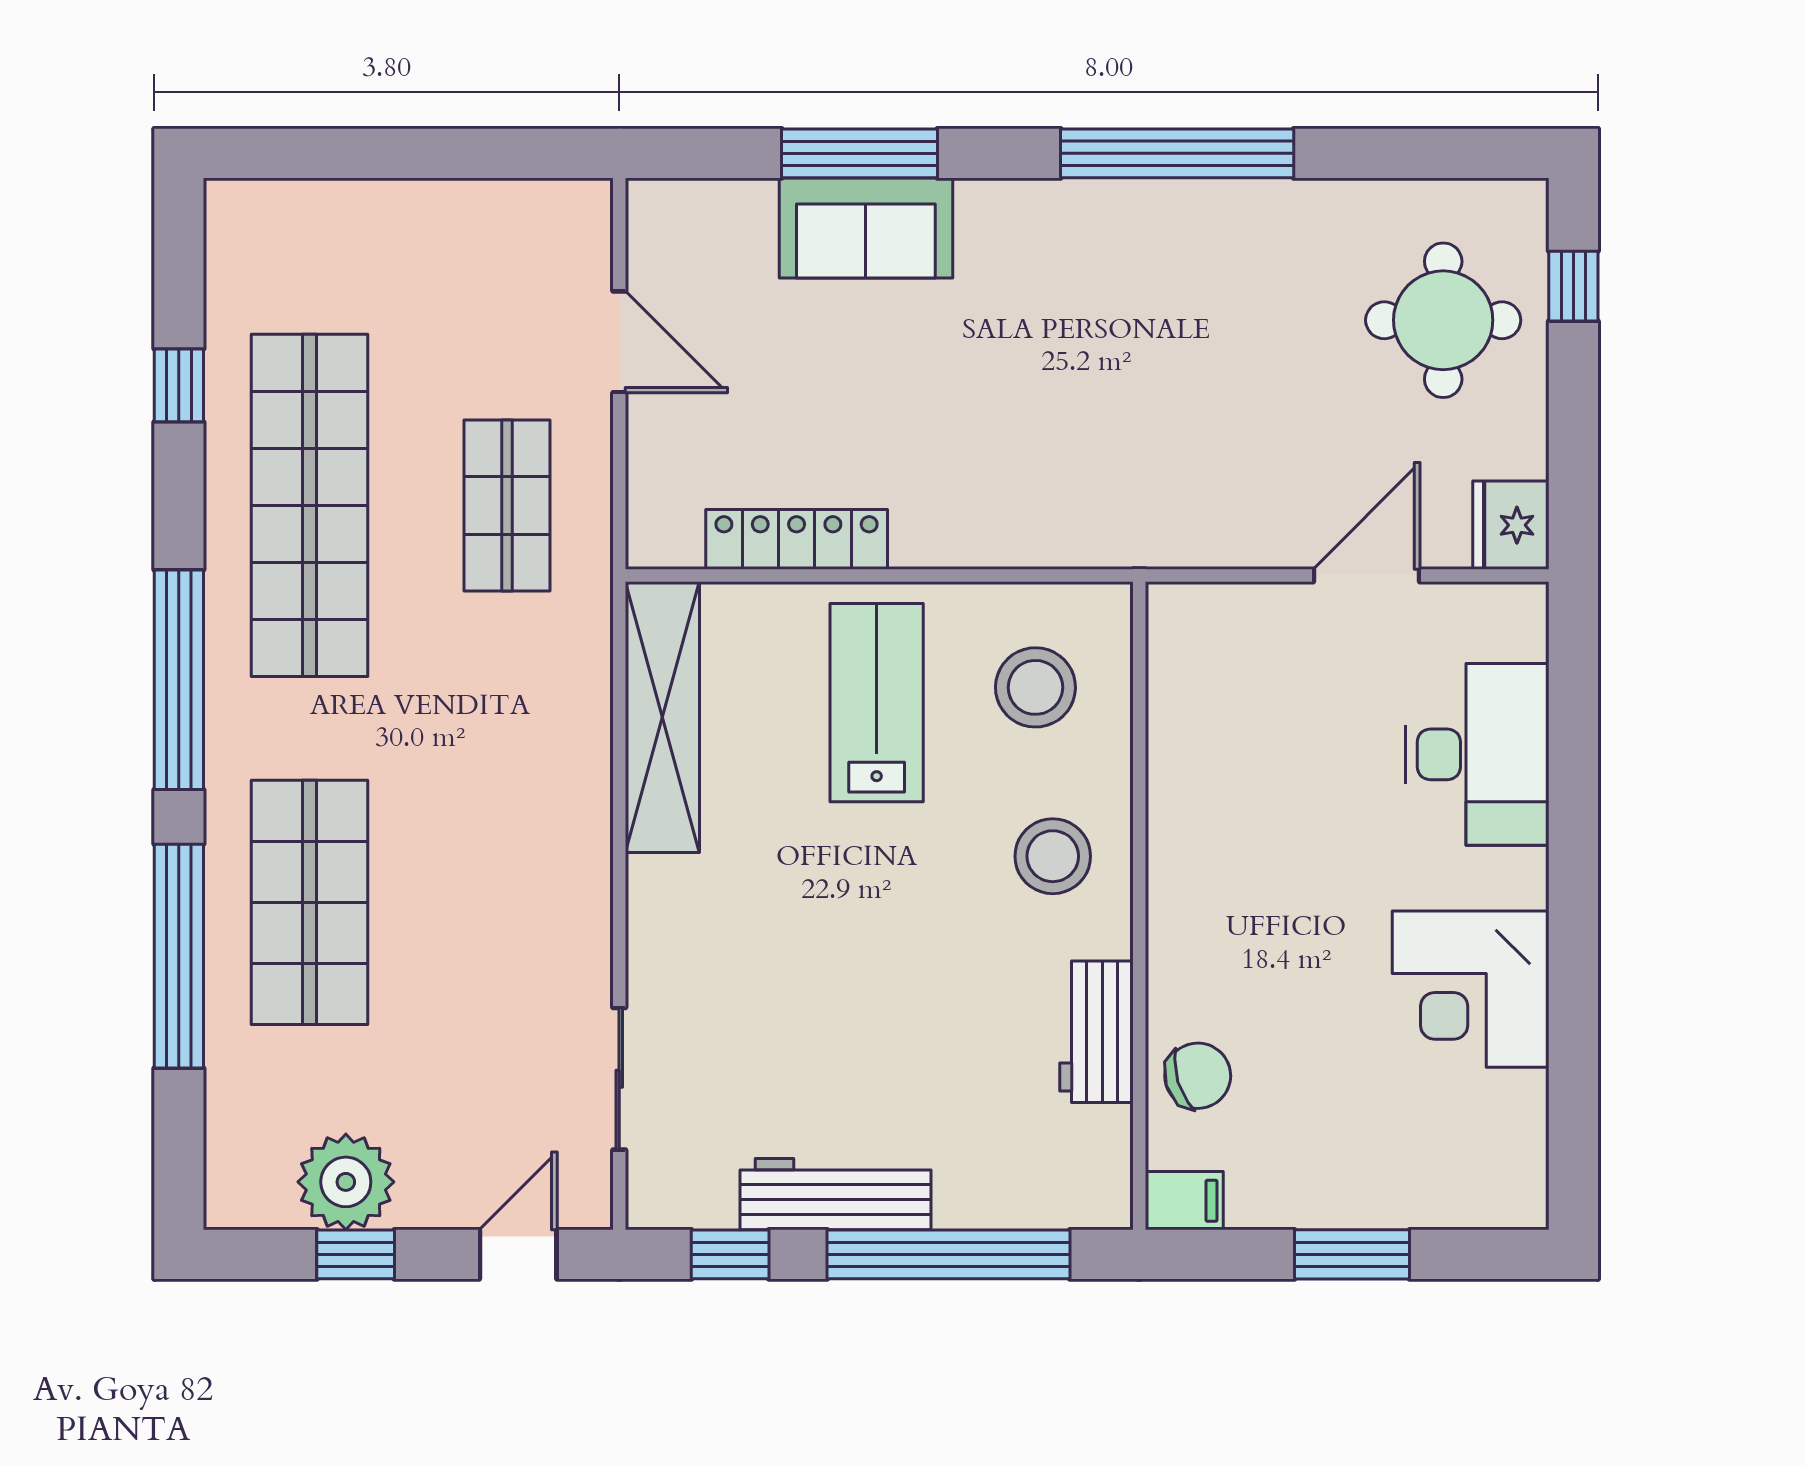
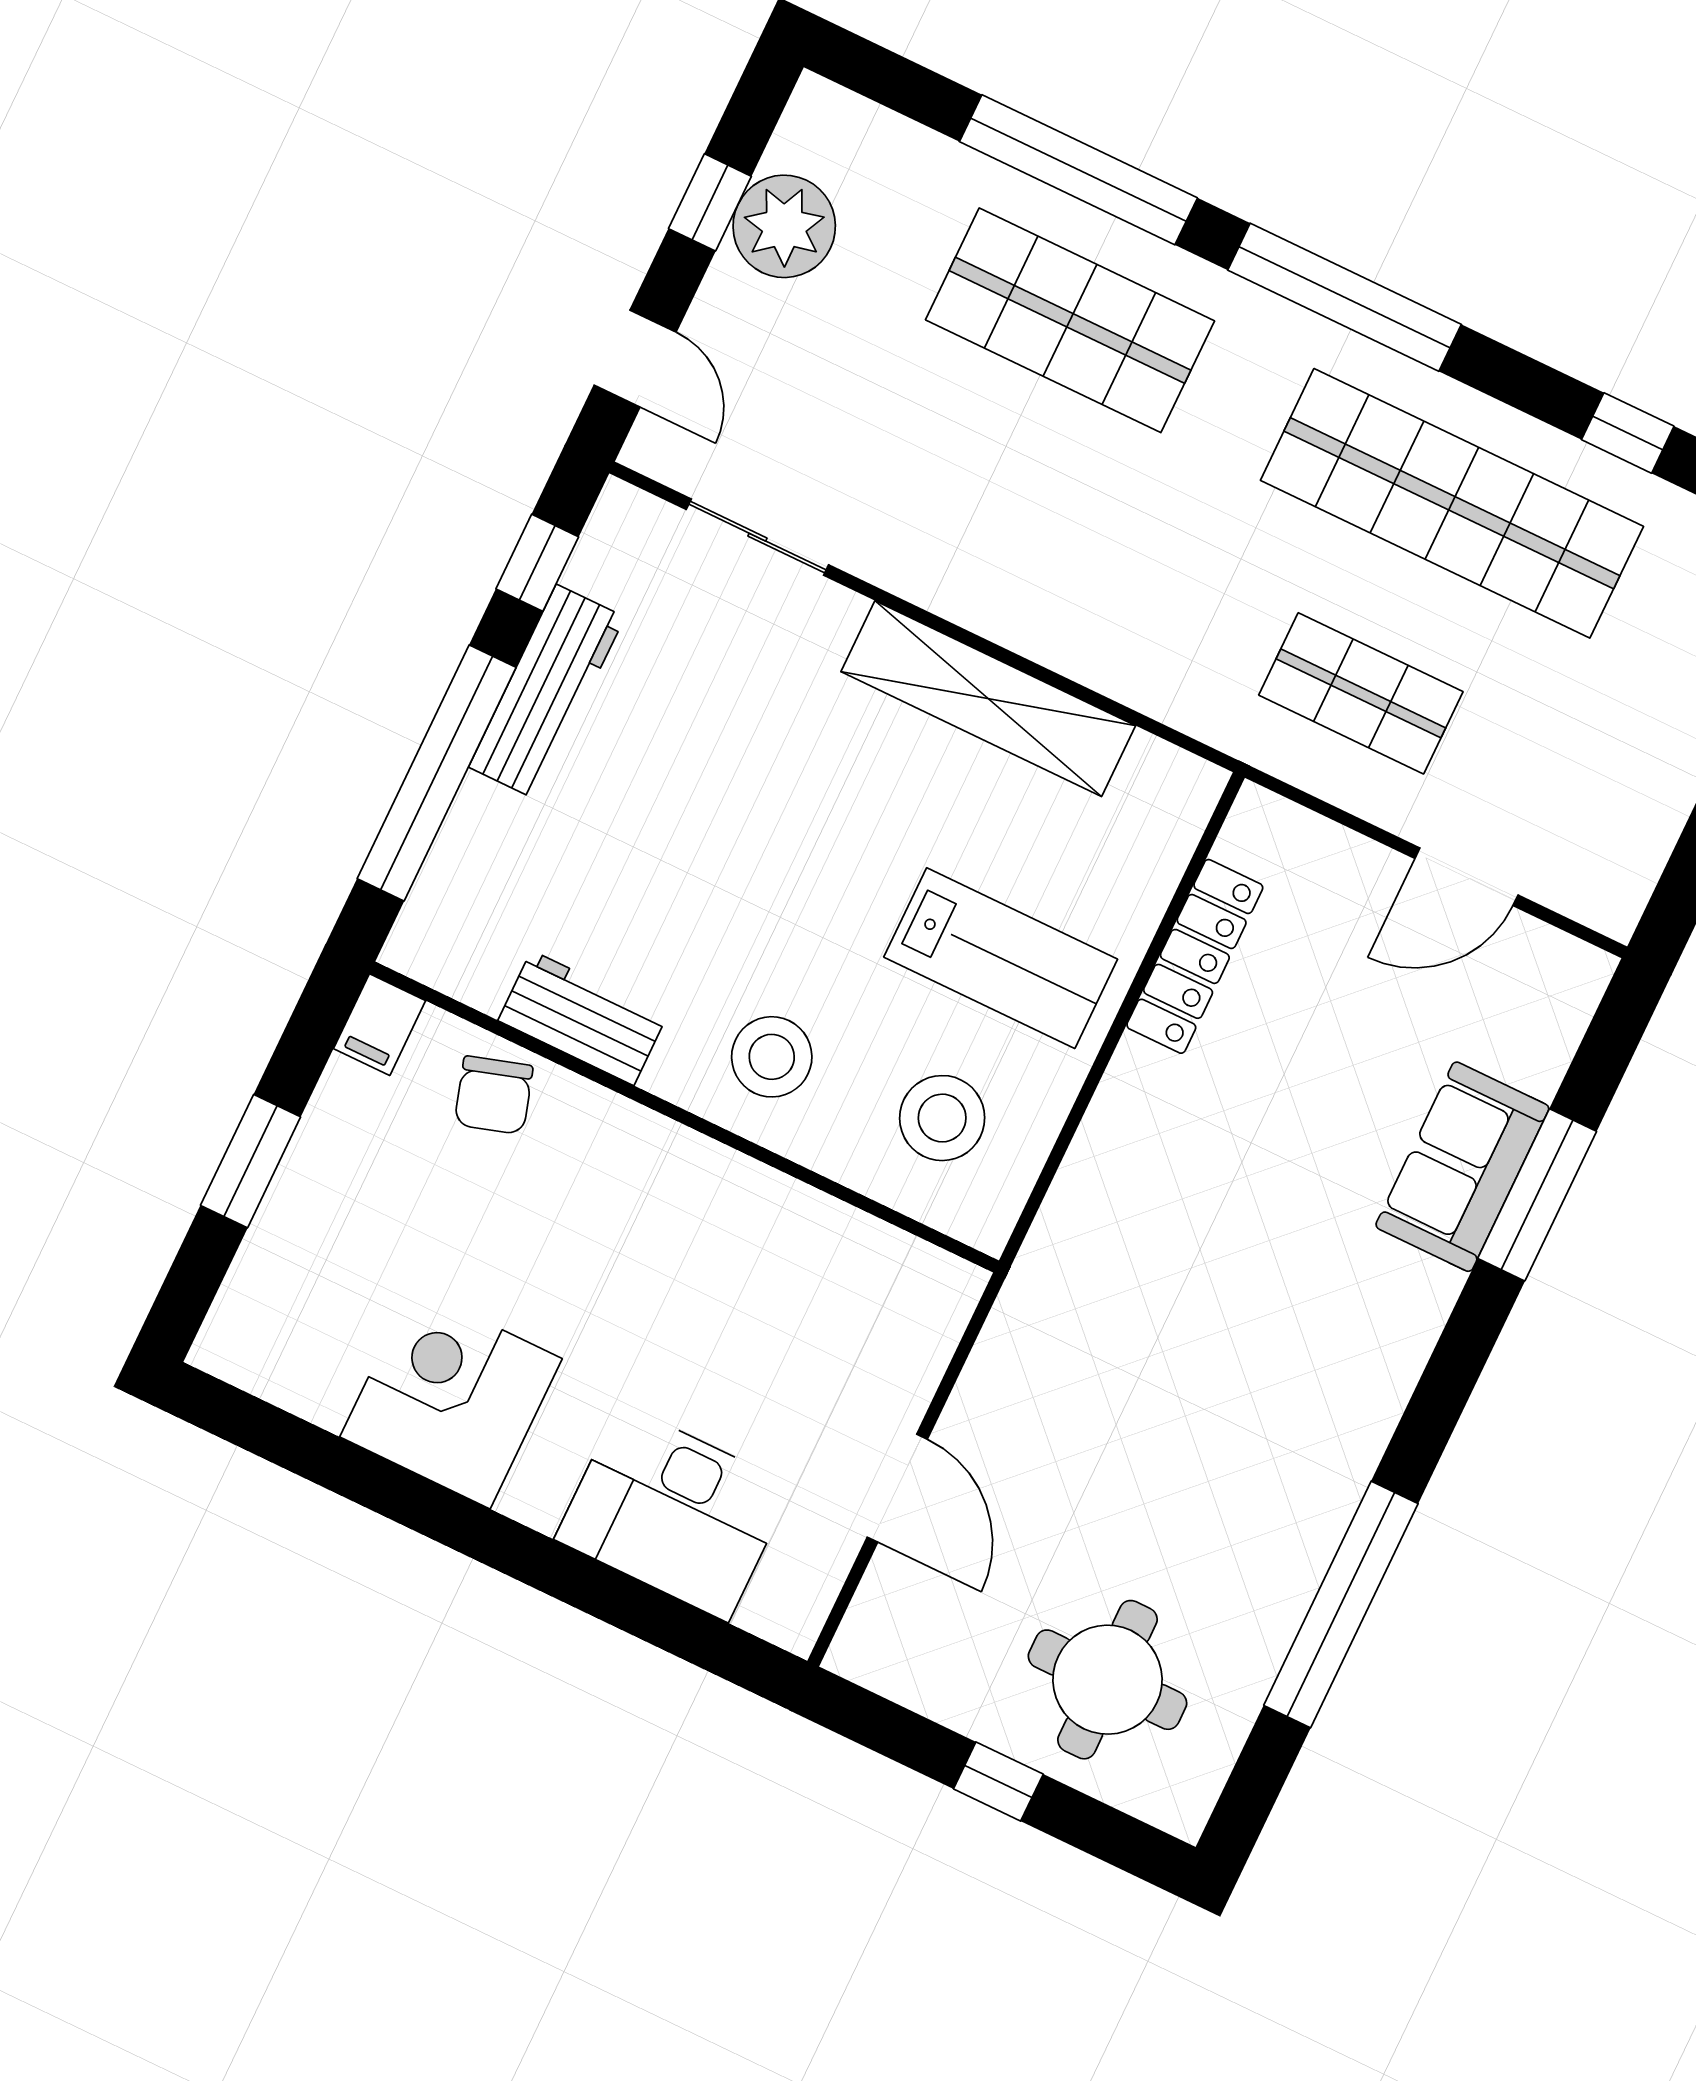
window: (1177, 153) -> (1341, 1604), moved
window: (1573, 286) -> (998, 1781), moved
fridge: (1511, 525) -> (879, 1650), removed
shelving: (662, 717) -> (988, 699), moved

